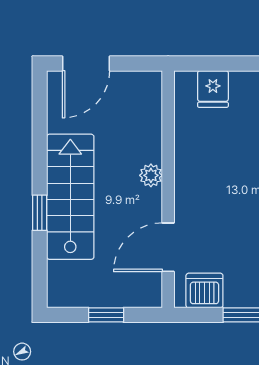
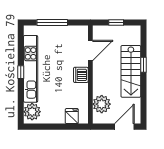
plant: (151, 175) -> (102, 104), moved, width x1.88, depth x1.88
dishwasher: (204, 291) -> (81, 75), moved, turned 90

